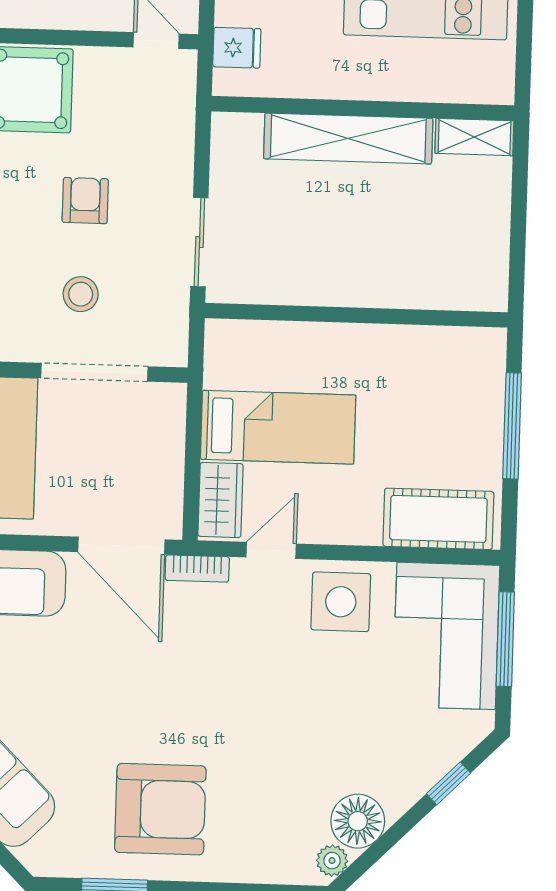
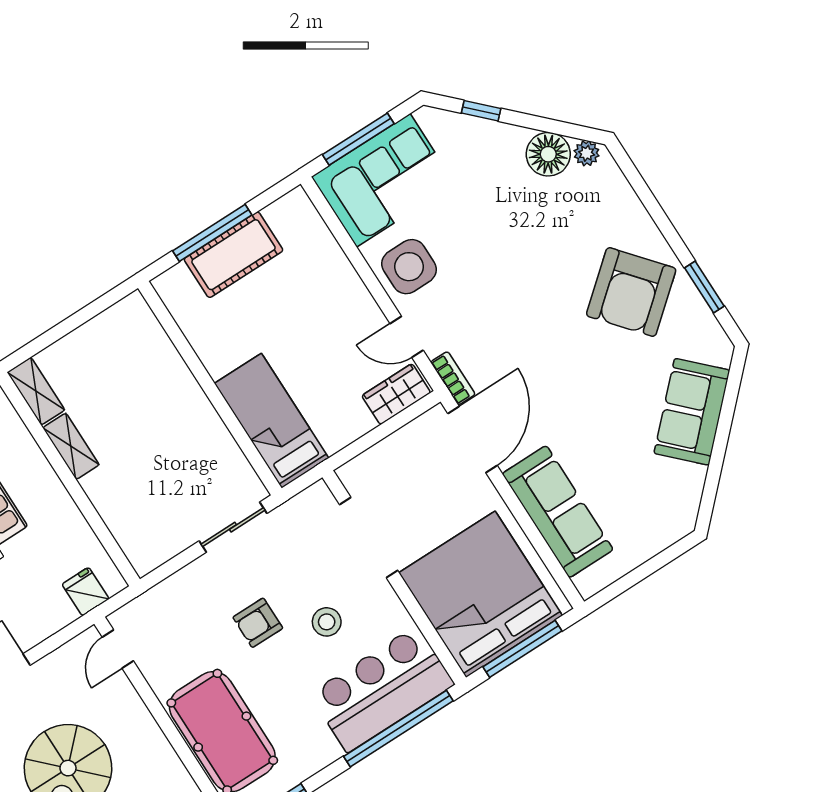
shelving: (348, 138) -> (71, 446), width x0.45, depth x0.75
stool: (81, 294) -> (327, 622), moved
bed: (278, 427) -> (272, 421), moved
cot: (438, 519) -> (233, 255), moved, turned 90
armchair: (160, 809) -> (631, 292), turned -130

